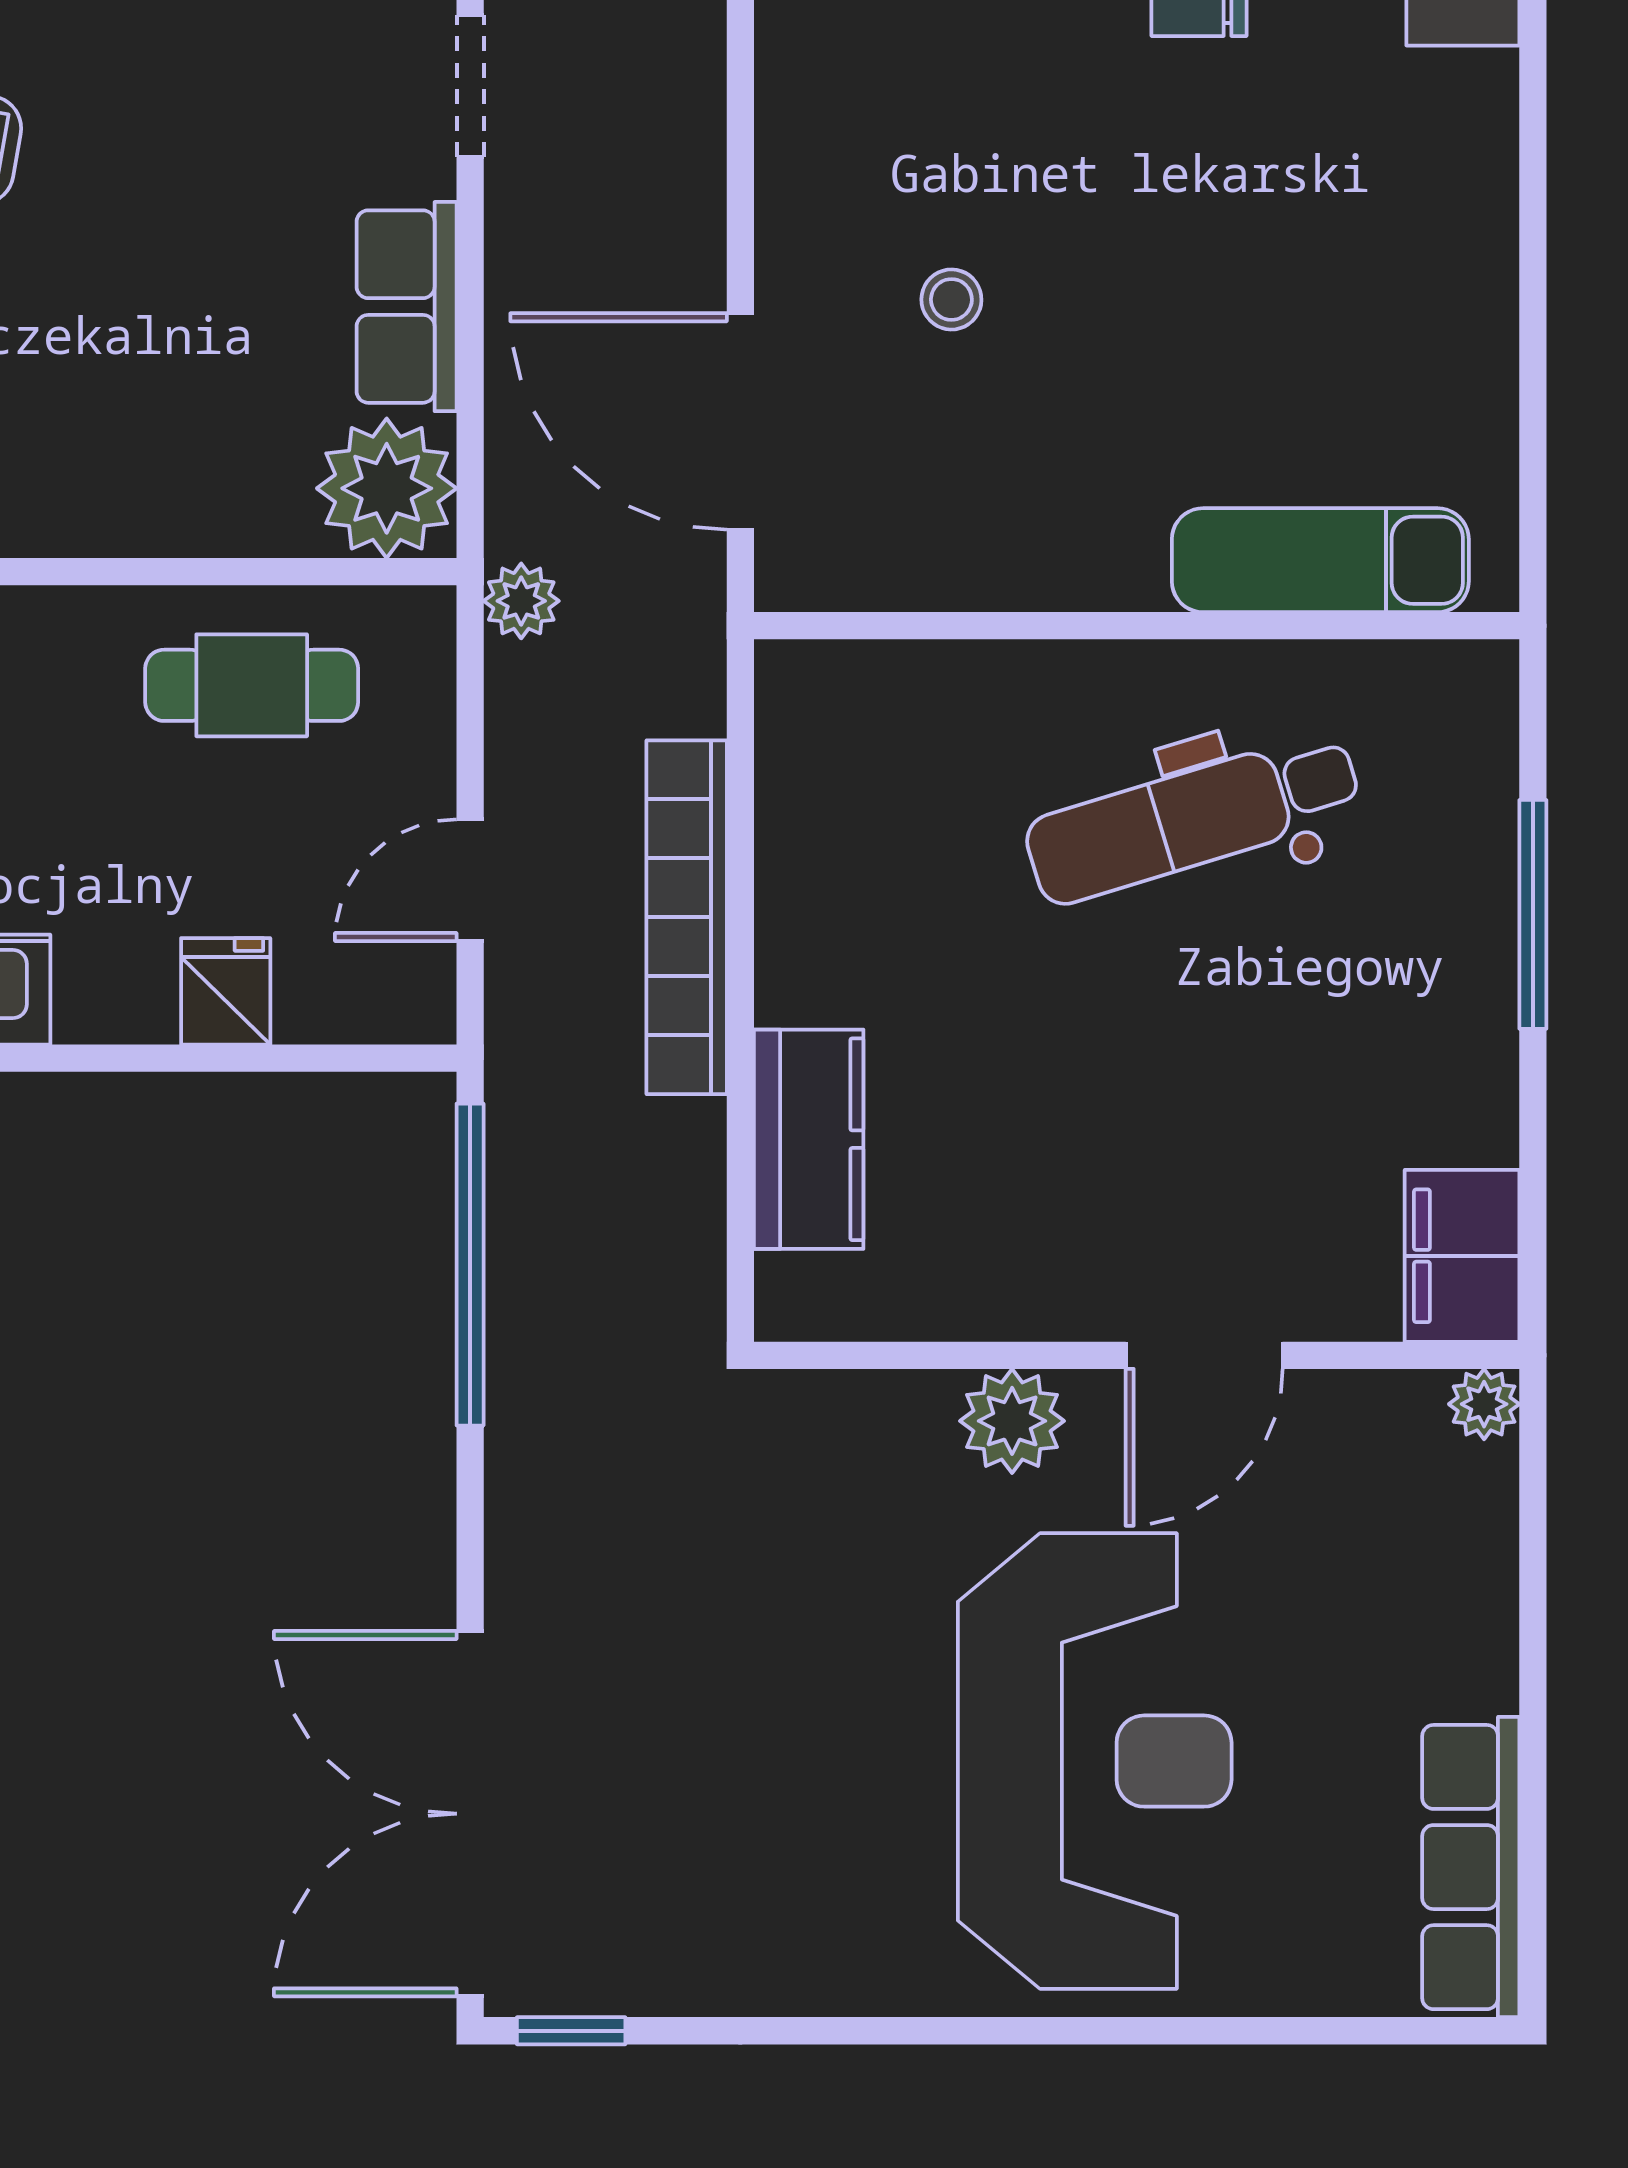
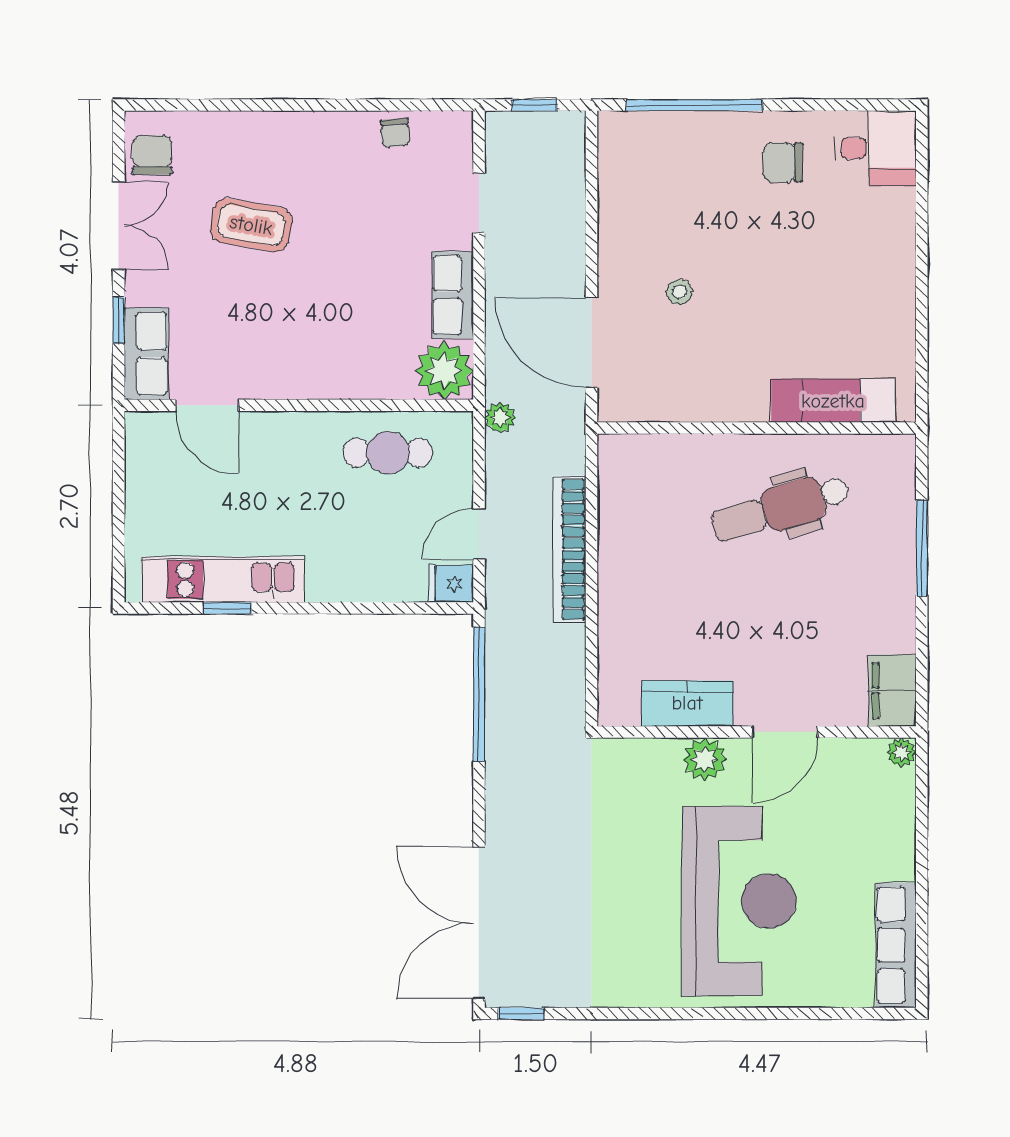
fridge: (226, 991) -> (451, 584), moved, turned -90
kitchen counter: (809, 1139) -> (687, 703), moved, turned -90

